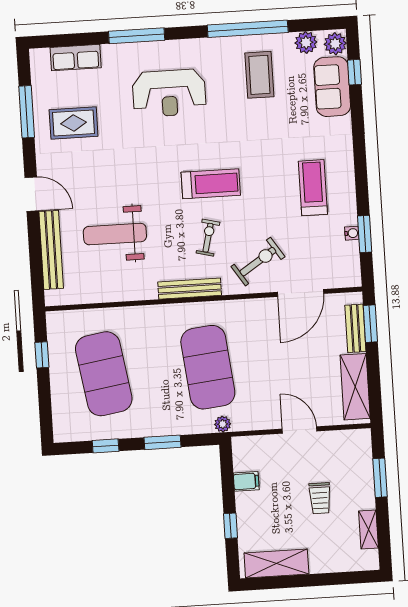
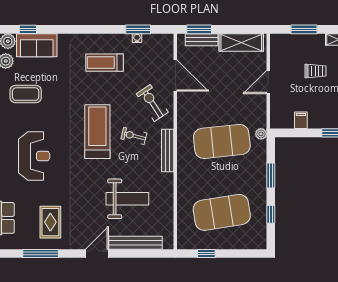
treadmill: (211, 184) -> (97, 132), width x1.37, depth x1.38
weight bench: (115, 234) -> (127, 199), turned -90

